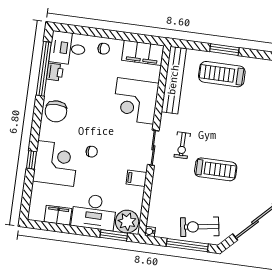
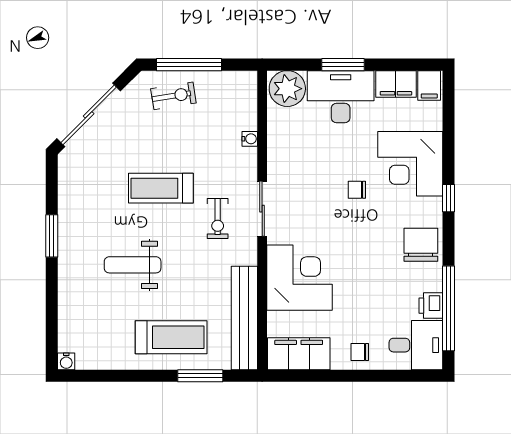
window: (224, 50) -> (200, 376), moved
weight bench: (240, 123) -> (133, 265), added
exercise bike: (182, 145) -> (218, 218), turned 180
window: (32, 160) -> (449, 198), moved
filing cabinet: (136, 178) -> (429, 85), moved, turned 90
exercise bike: (200, 227) -> (173, 96), width x0.73, depth x0.72
water cooler: (150, 231) -> (250, 139), moved
window: (114, 235) -> (343, 65), moved

